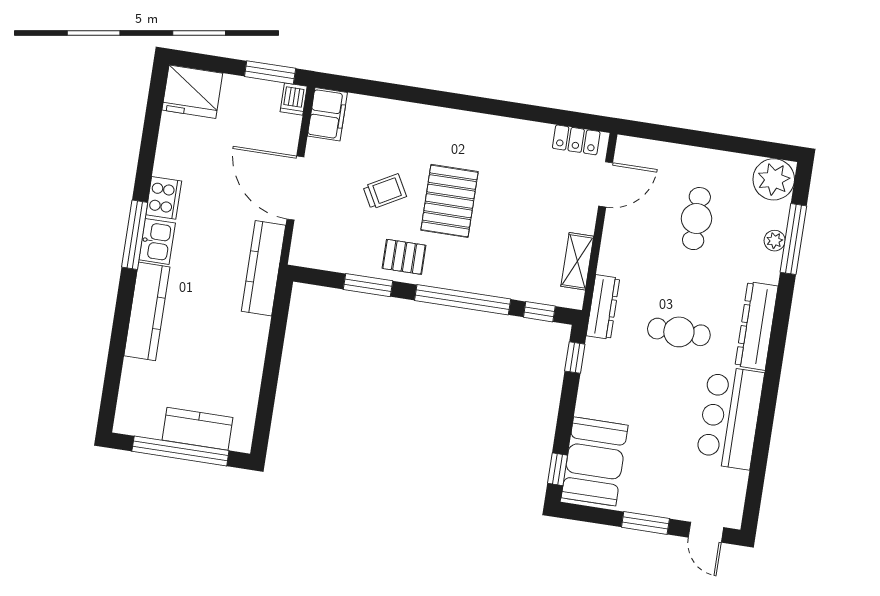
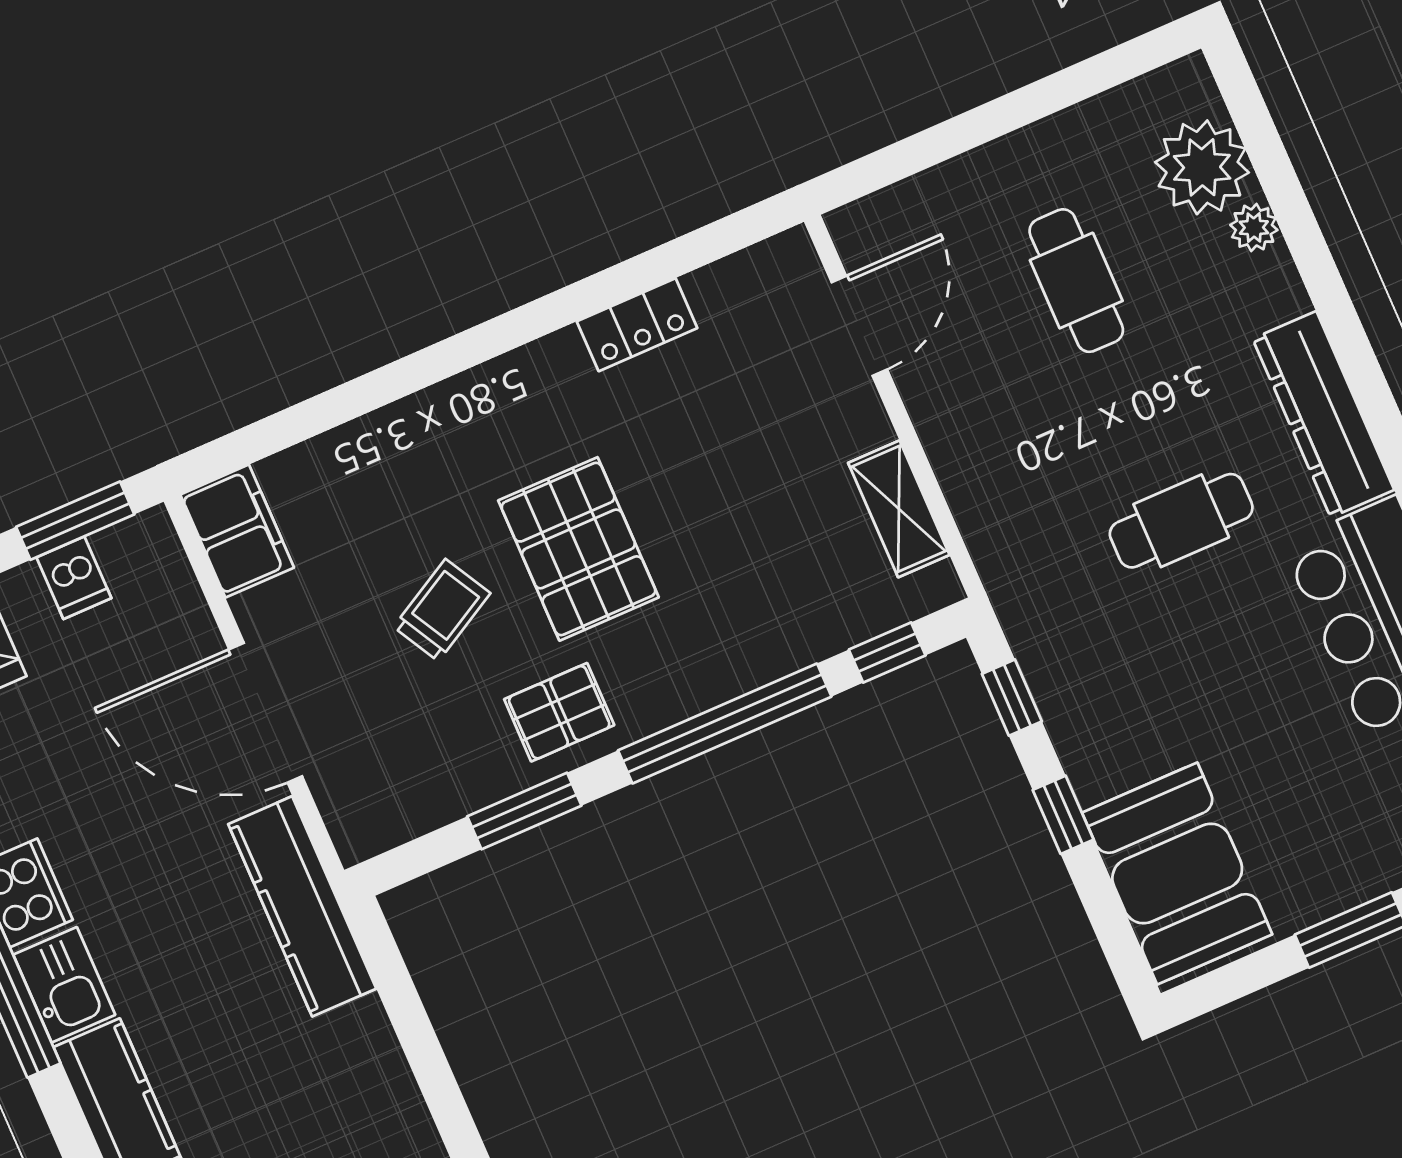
dishwasher: (294, 99) -> (74, 578), moved
locker: (576, 140) -> (637, 325), moved
plant: (774, 179) -> (1202, 167), moved
window: (793, 239) -> (1288, 201), removed
dresser: (603, 307) -> (1004, 565), removed
window: (558, 469) -> (1063, 815), moved

